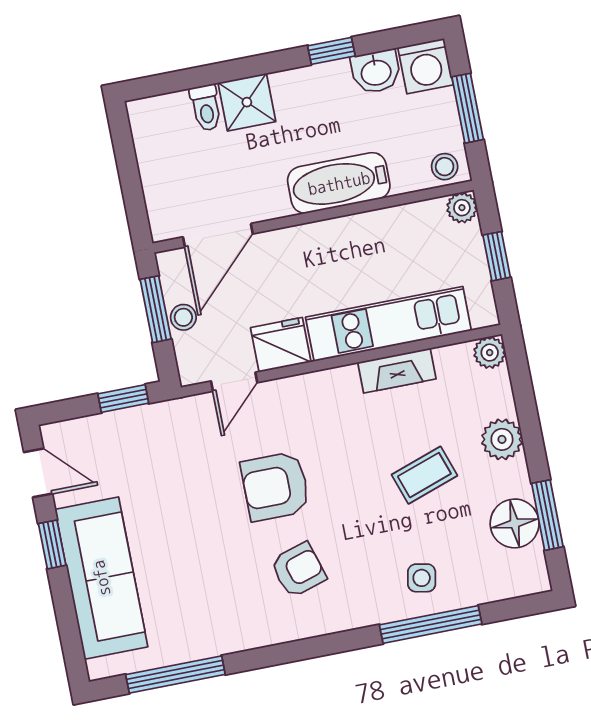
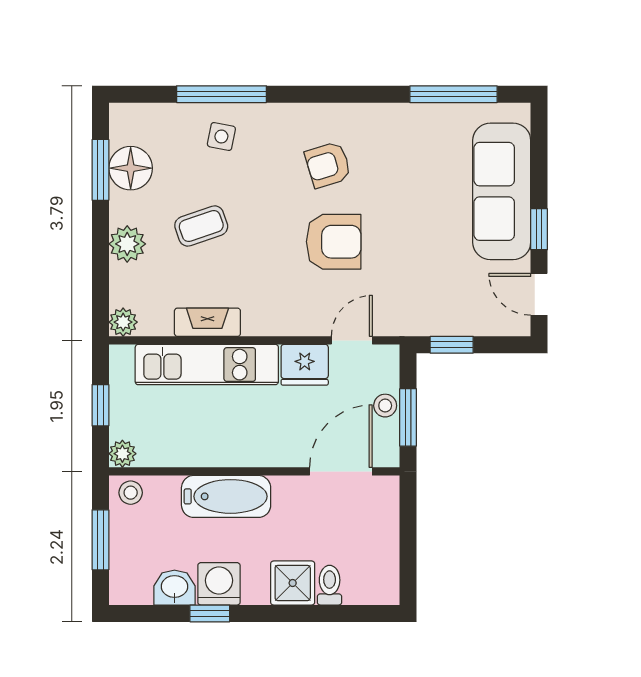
washing machine: (426, 66) -> (219, 584), moved

